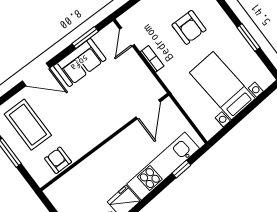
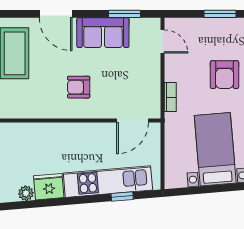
door: (127, 37) -> (162, 41), swing flipped
bookcase: (152, 59) -> (170, 97), moved
armchair: (58, 160) -> (79, 87), moved, turned -90

